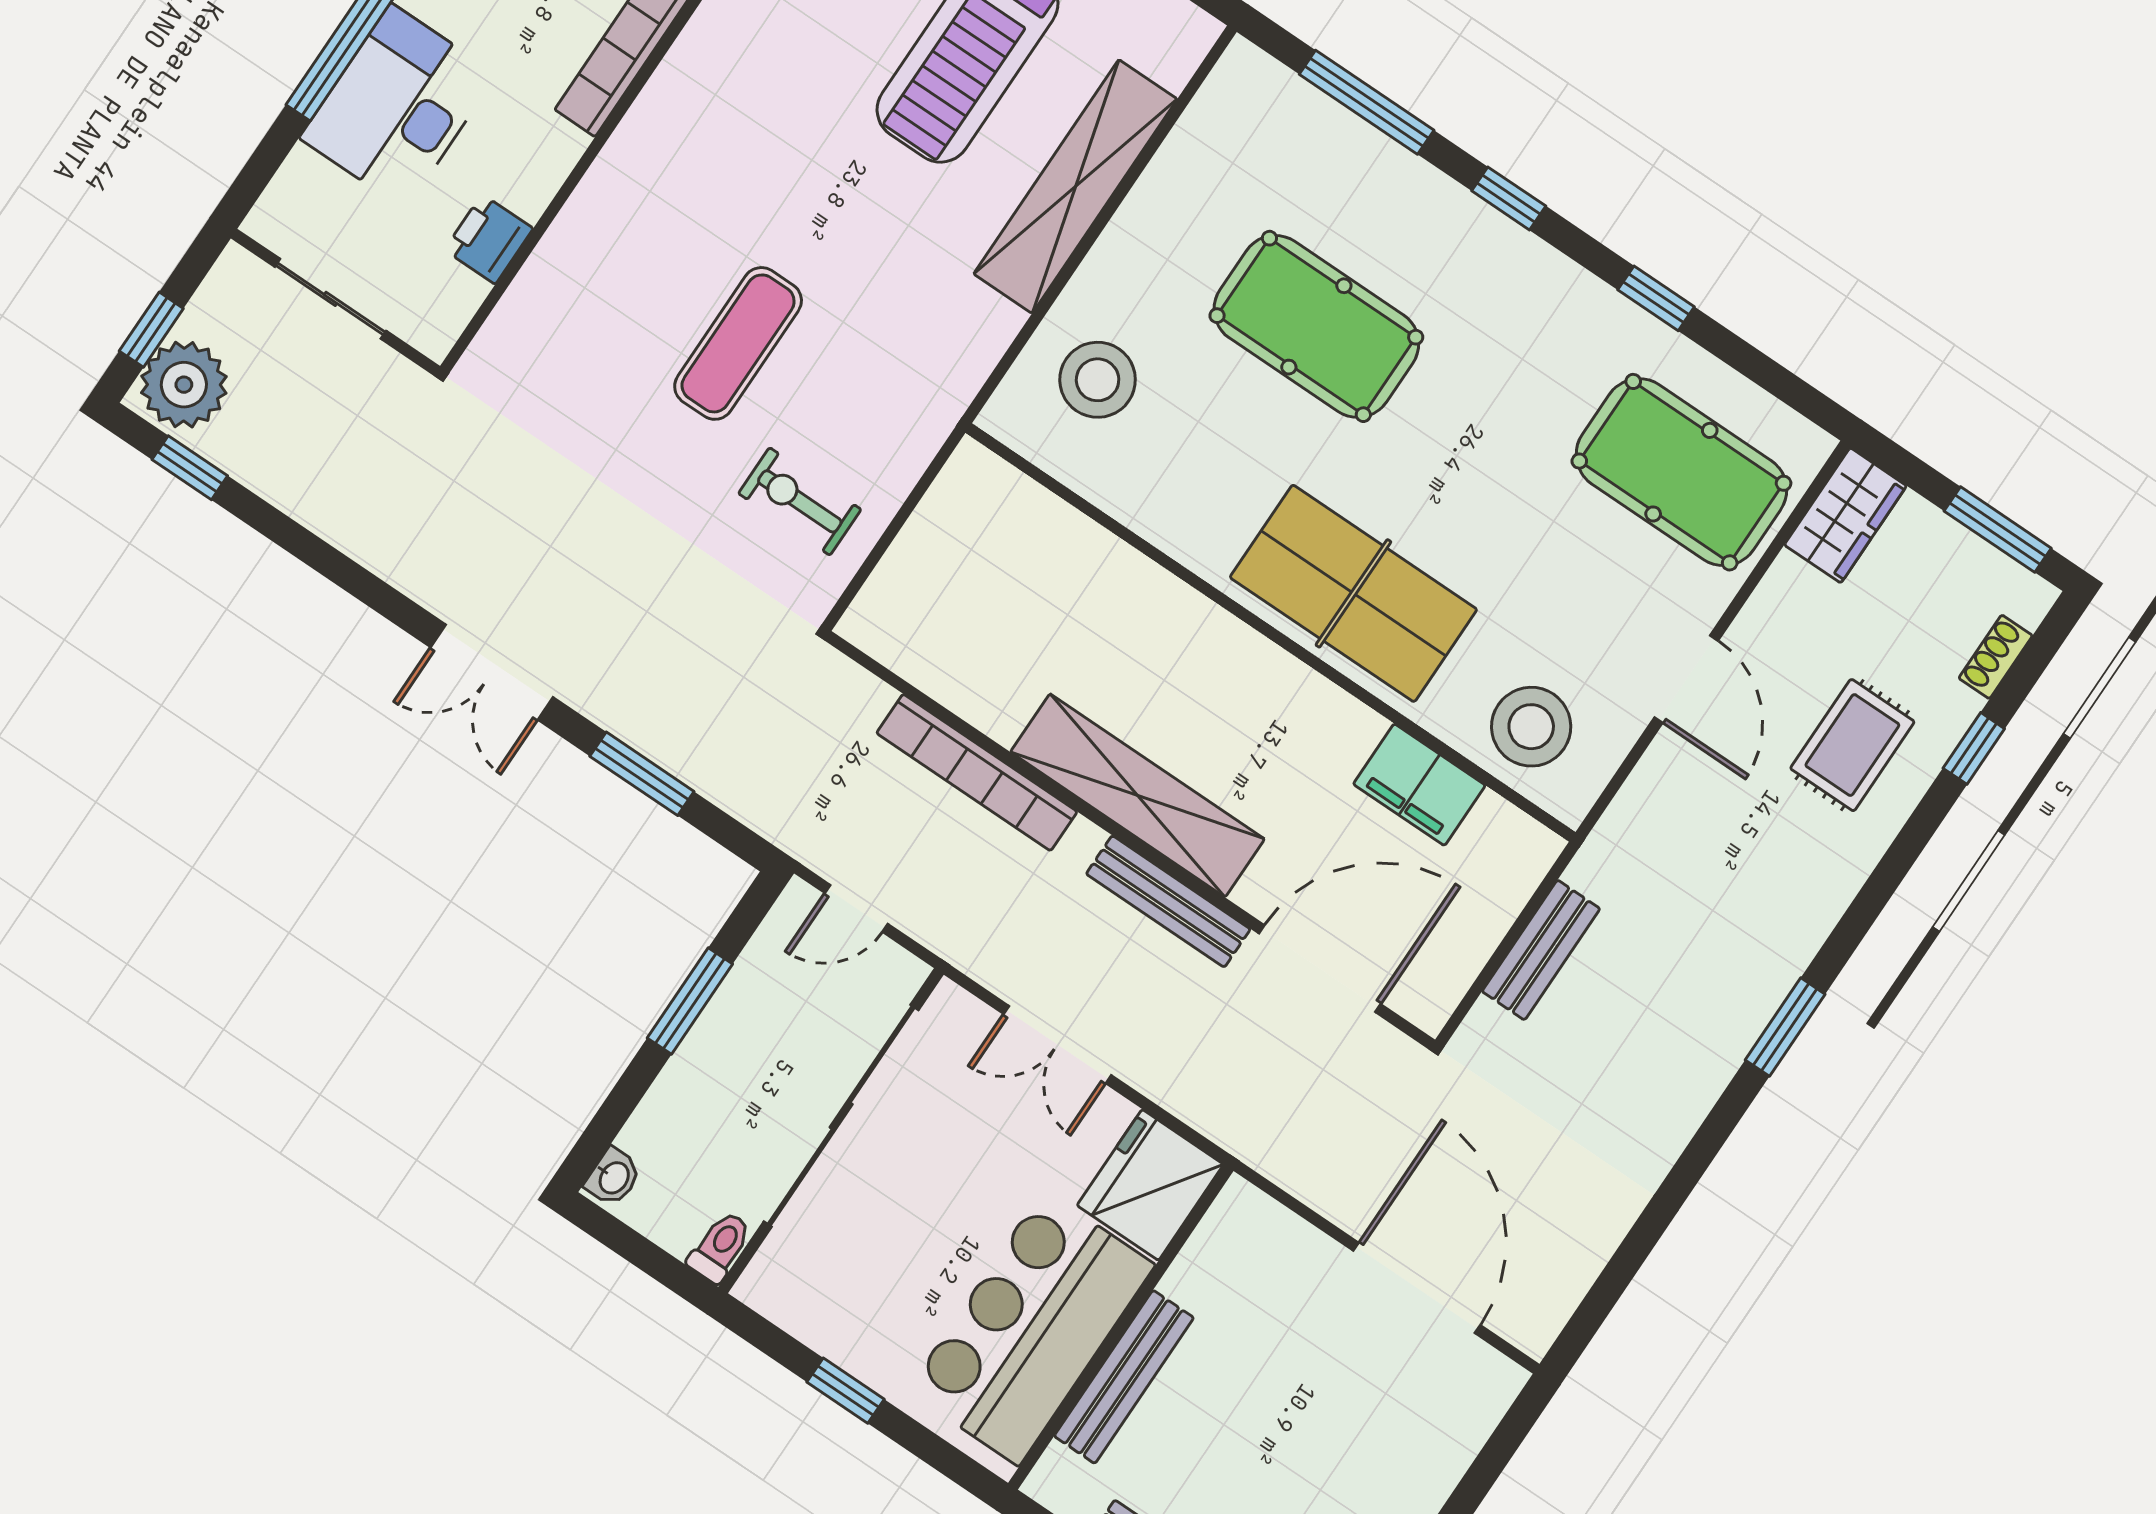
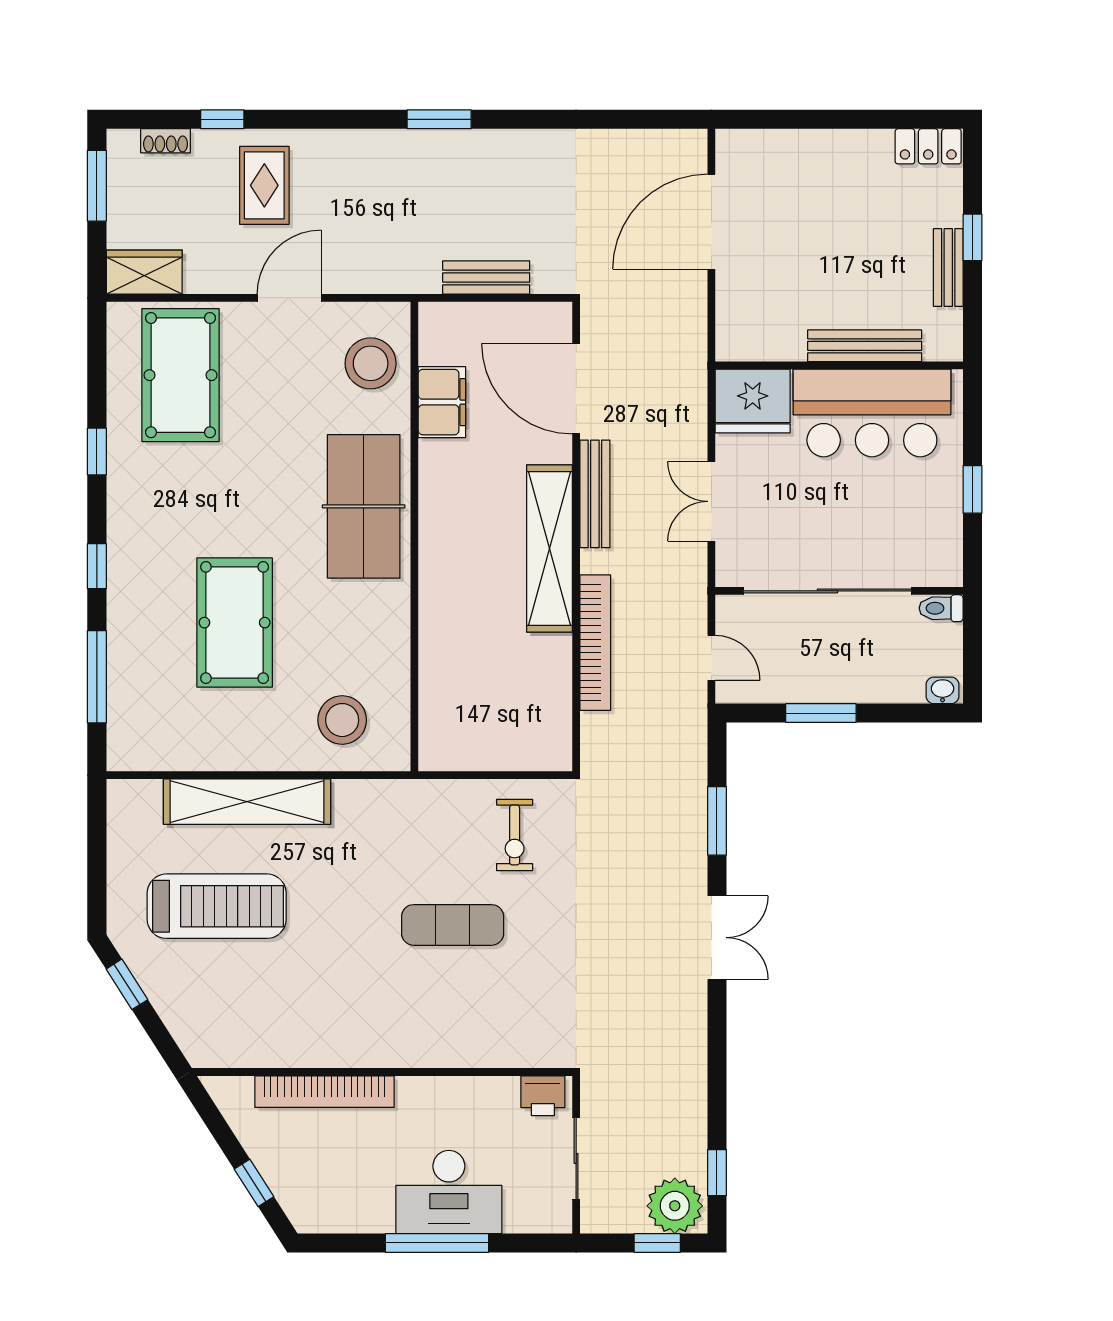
printer: (489, 239) -> (543, 1096), moved
rug: (1852, 745) -> (264, 185), turned 90
double door: (1057, 1045) -> (711, 501), swing flipped

